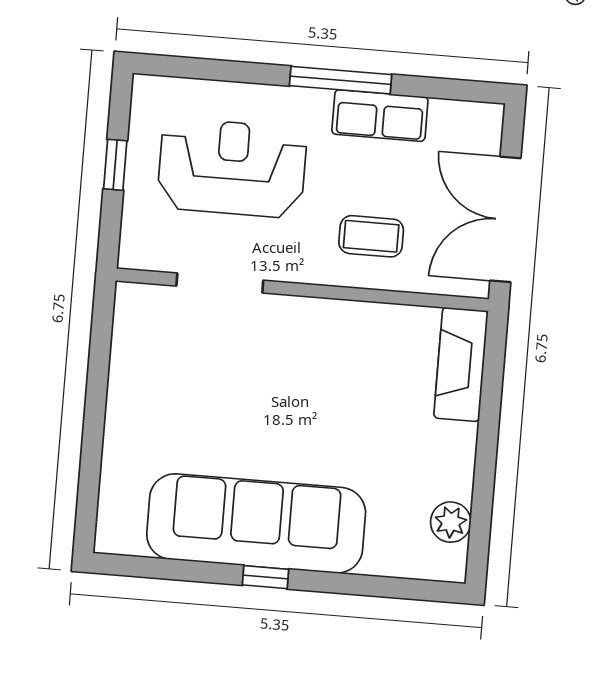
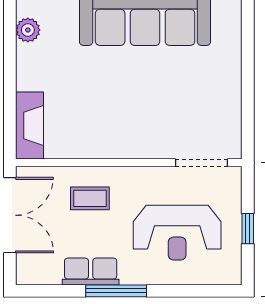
doorway: (220, 283) -> (201, 163), moved

